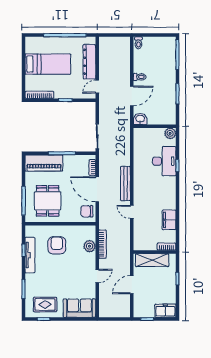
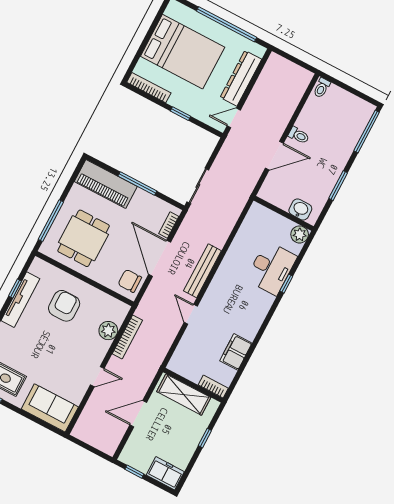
bed: (48, 64) -> (183, 52), width x1.50
washbasin: (140, 119) -> (300, 209), moved

